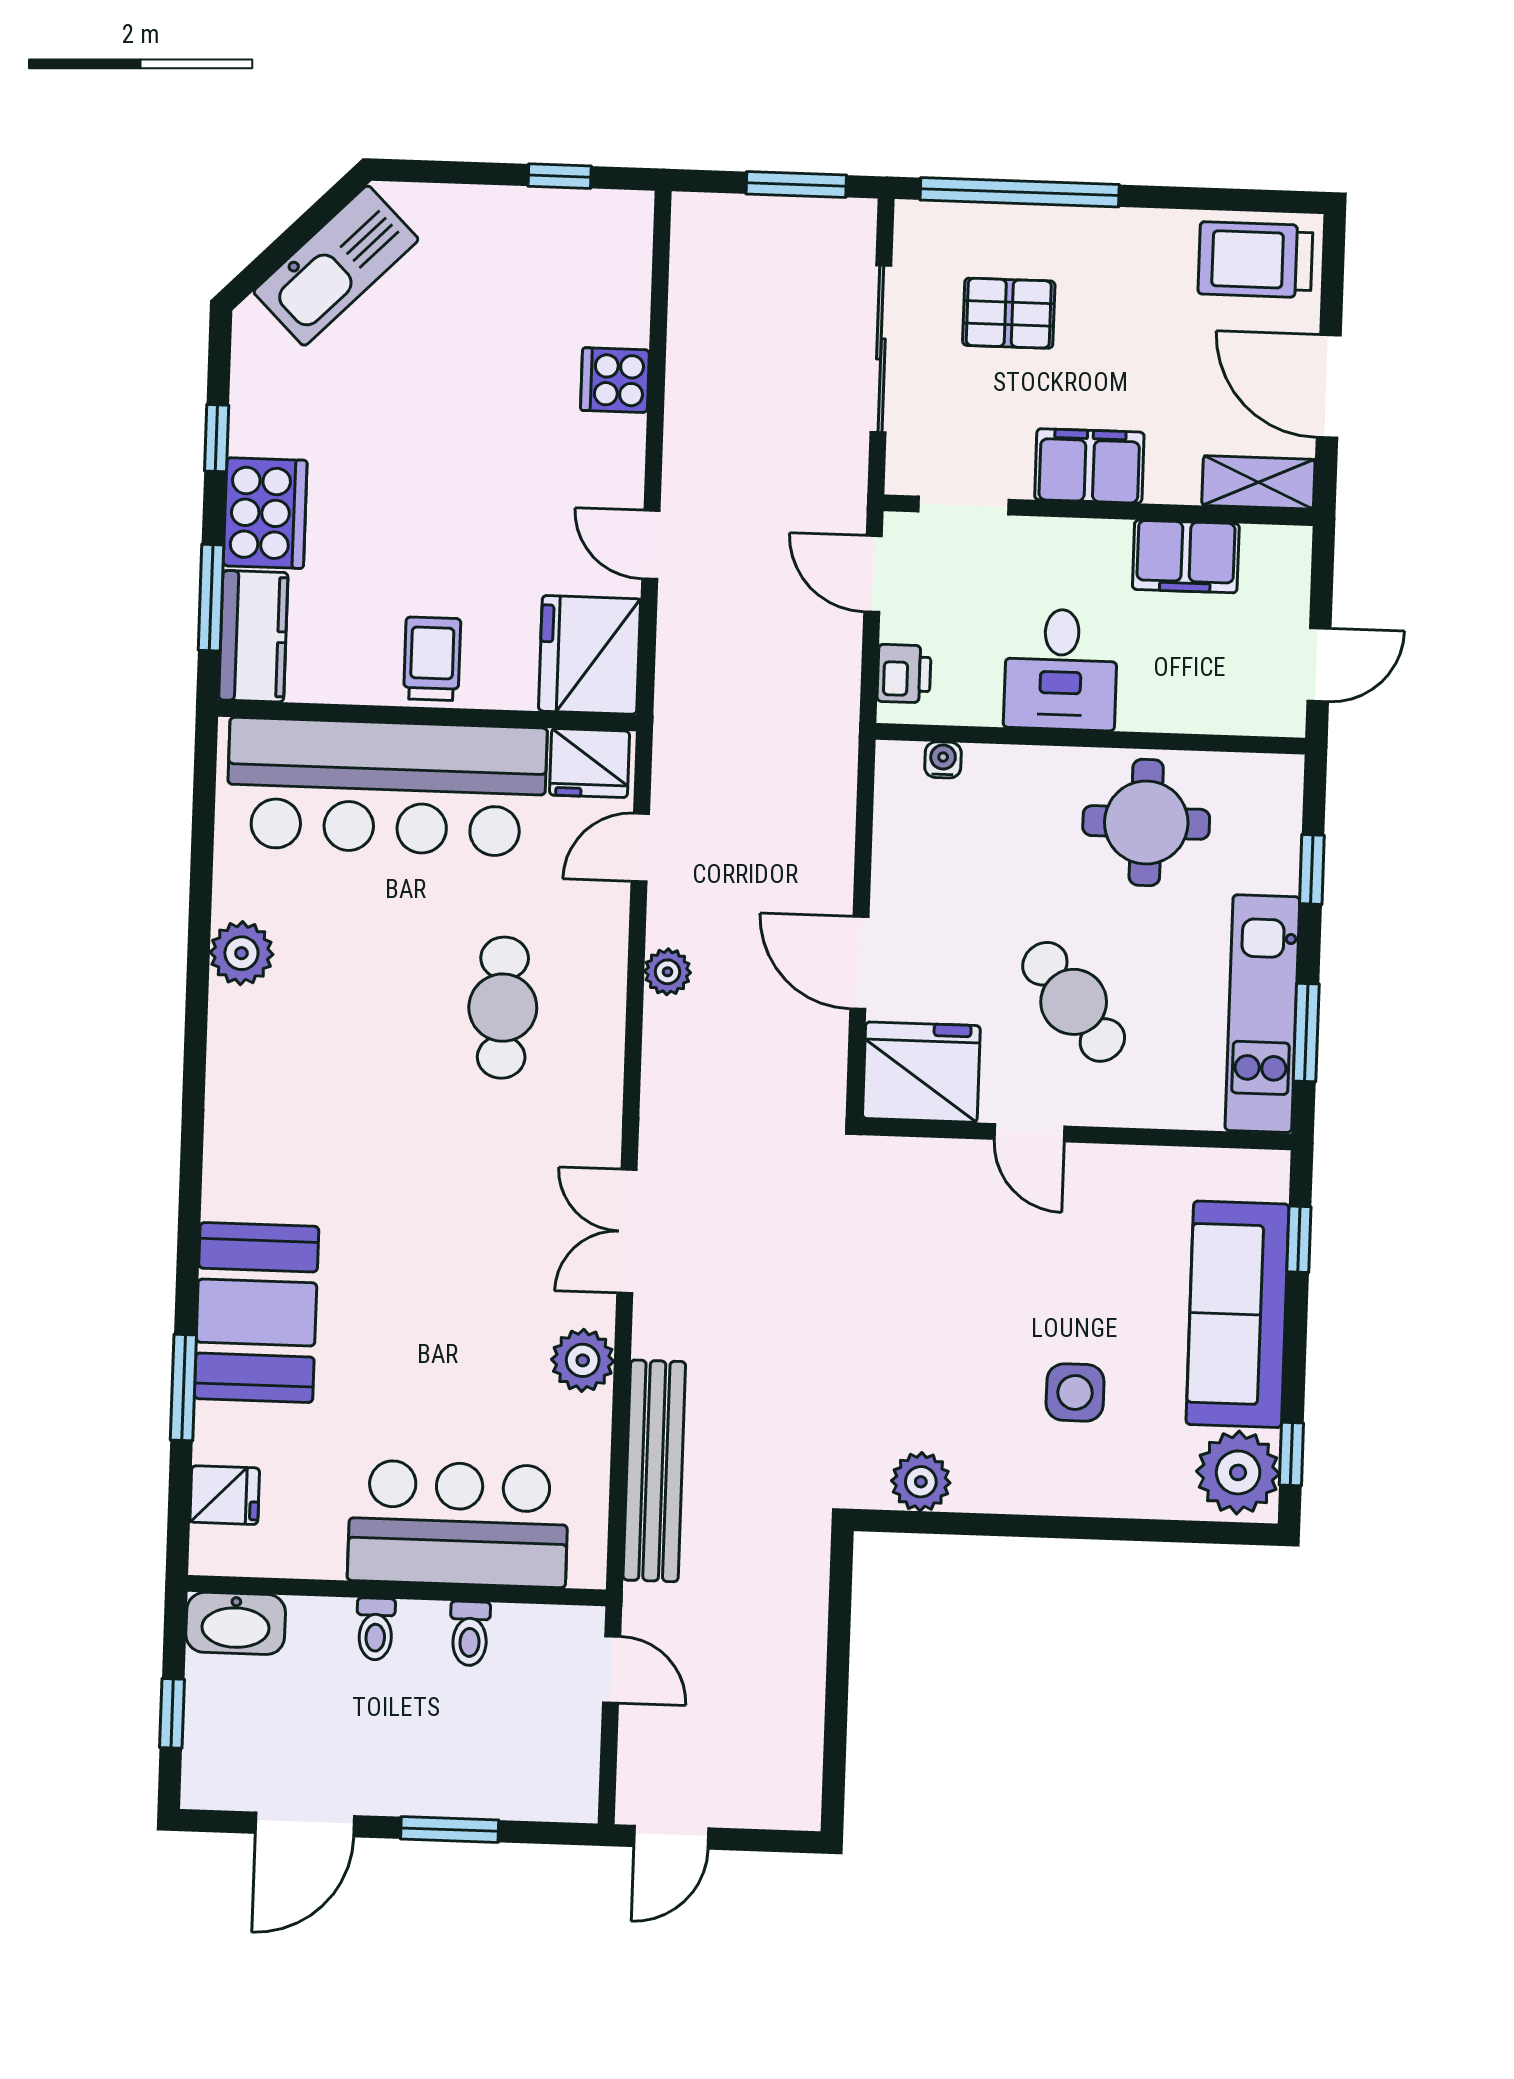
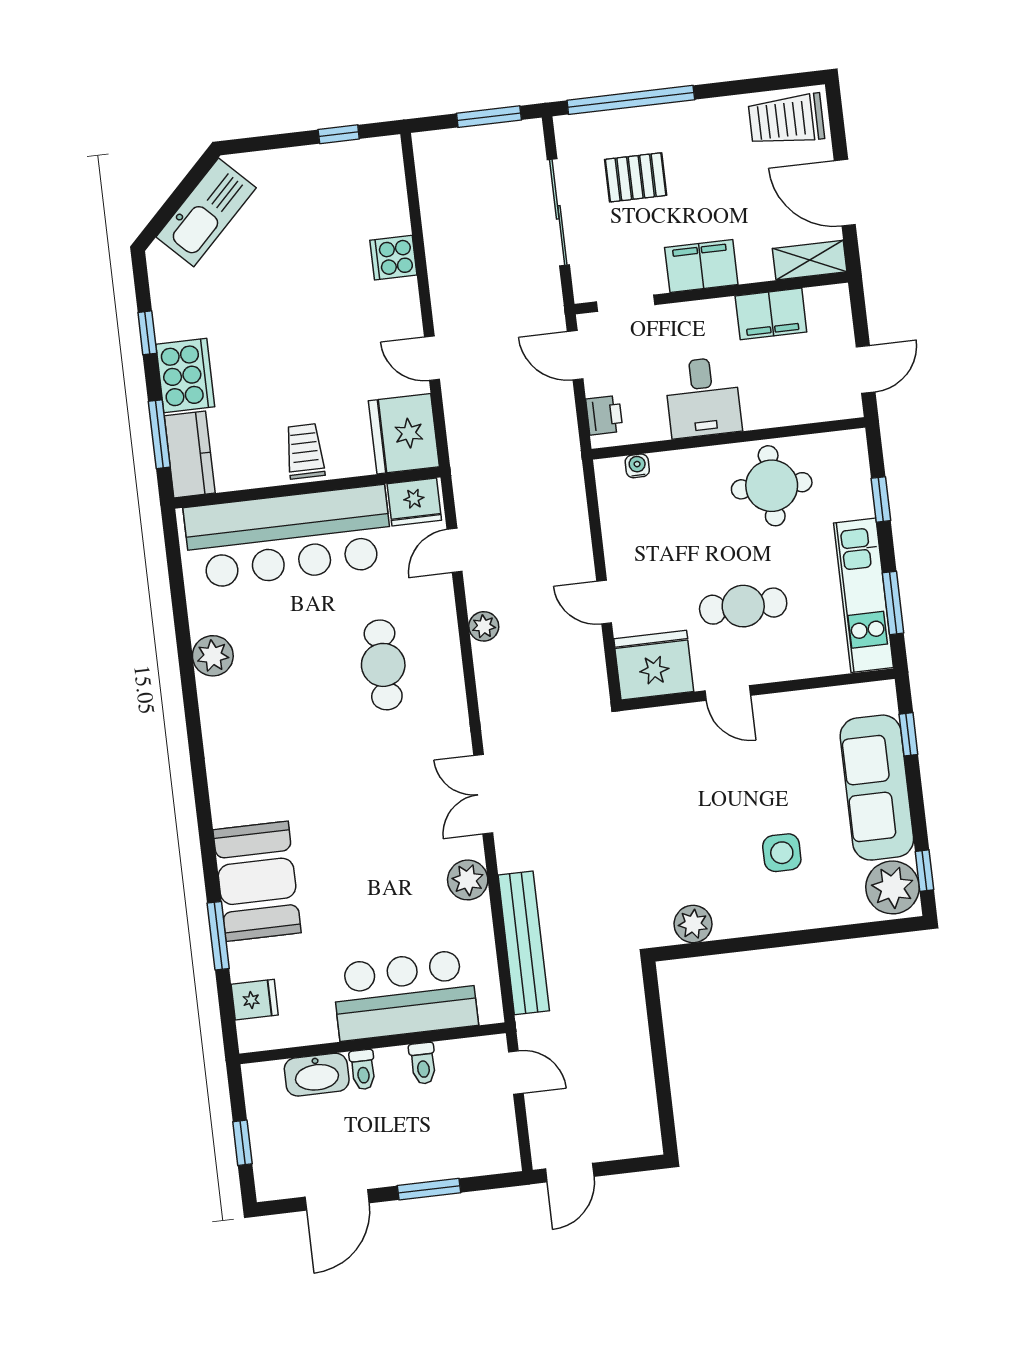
door: (859, 963) -> (604, 602), width x0.73
cafe table: (1074, 1002) -> (743, 606), turned -51
washbasin: (236, 1623) -> (317, 1075), moved

